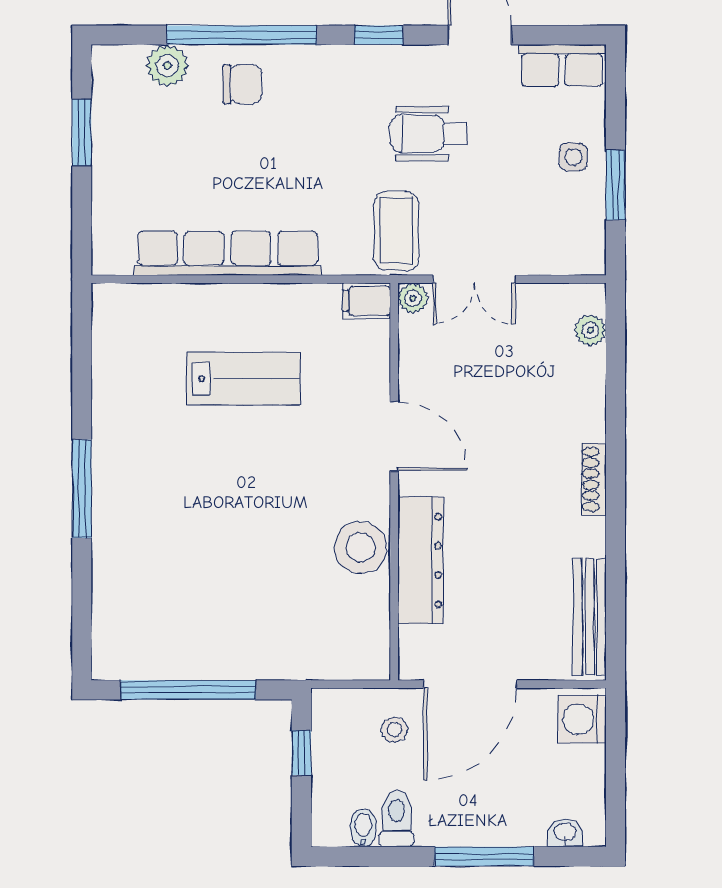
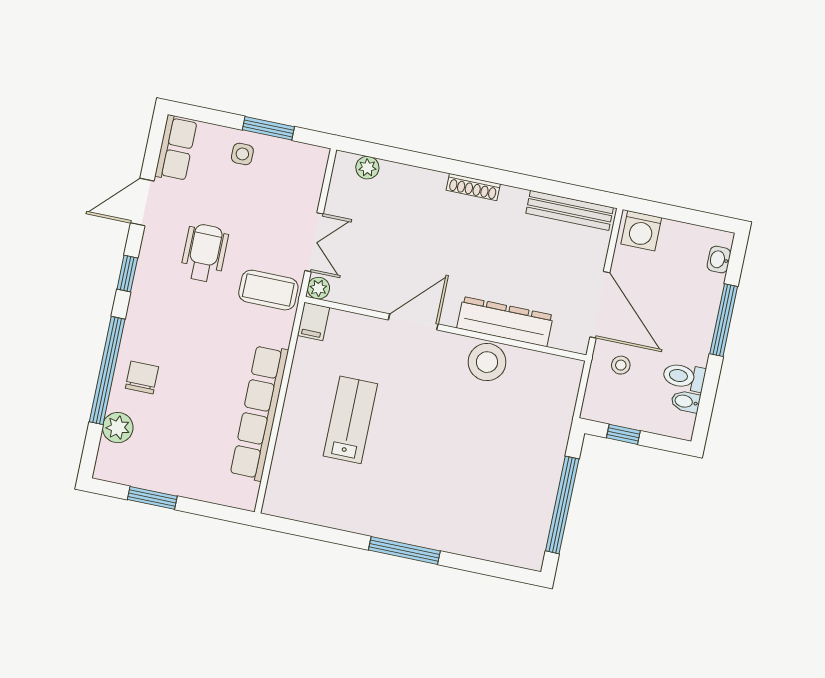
wheelchair: (428, 134) -> (204, 253), turned 180

